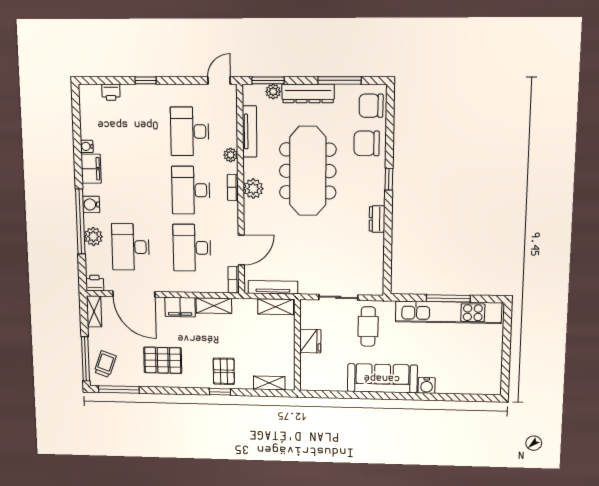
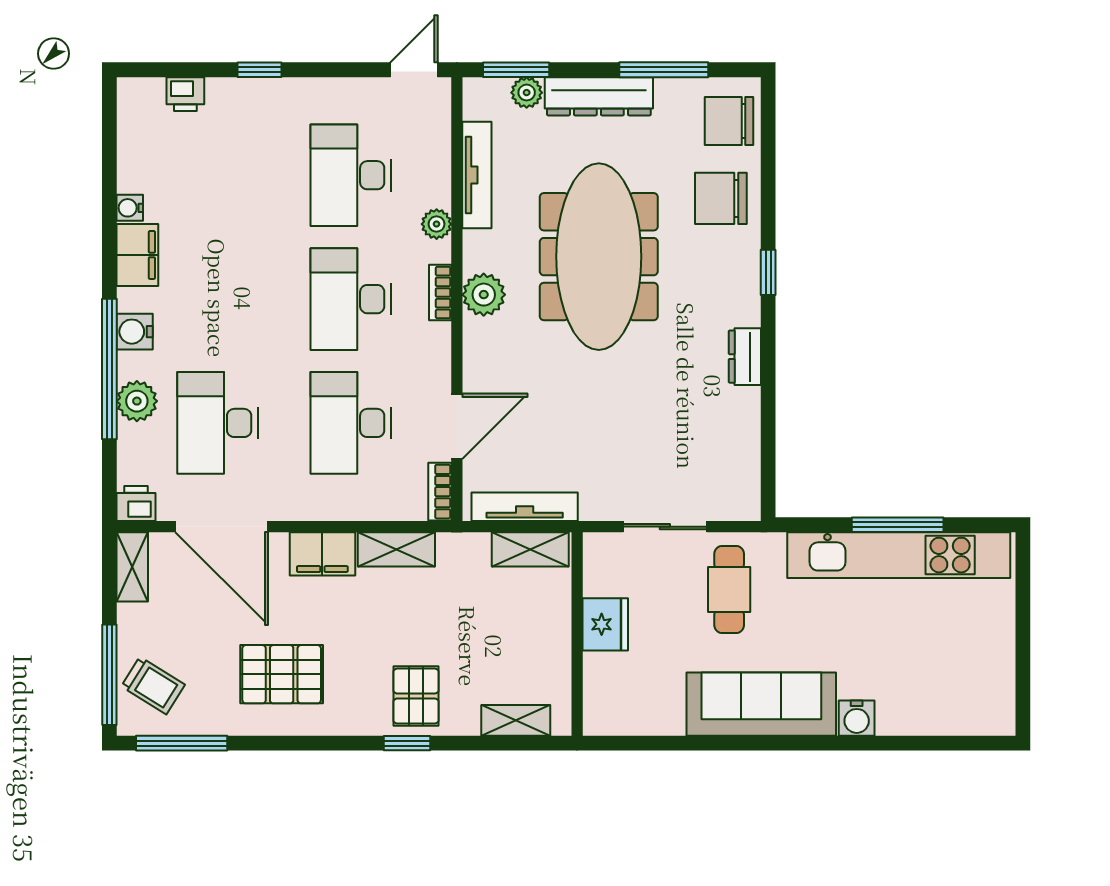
trolley: (105, 364) -> (153, 686), turned 102

